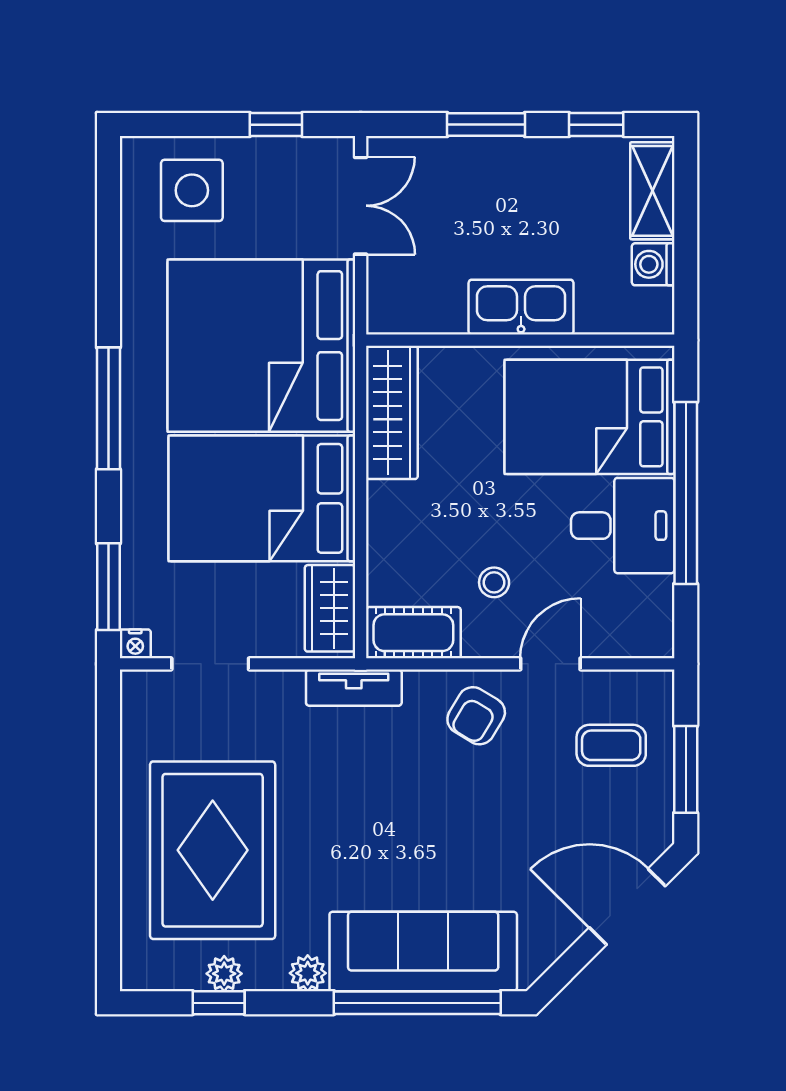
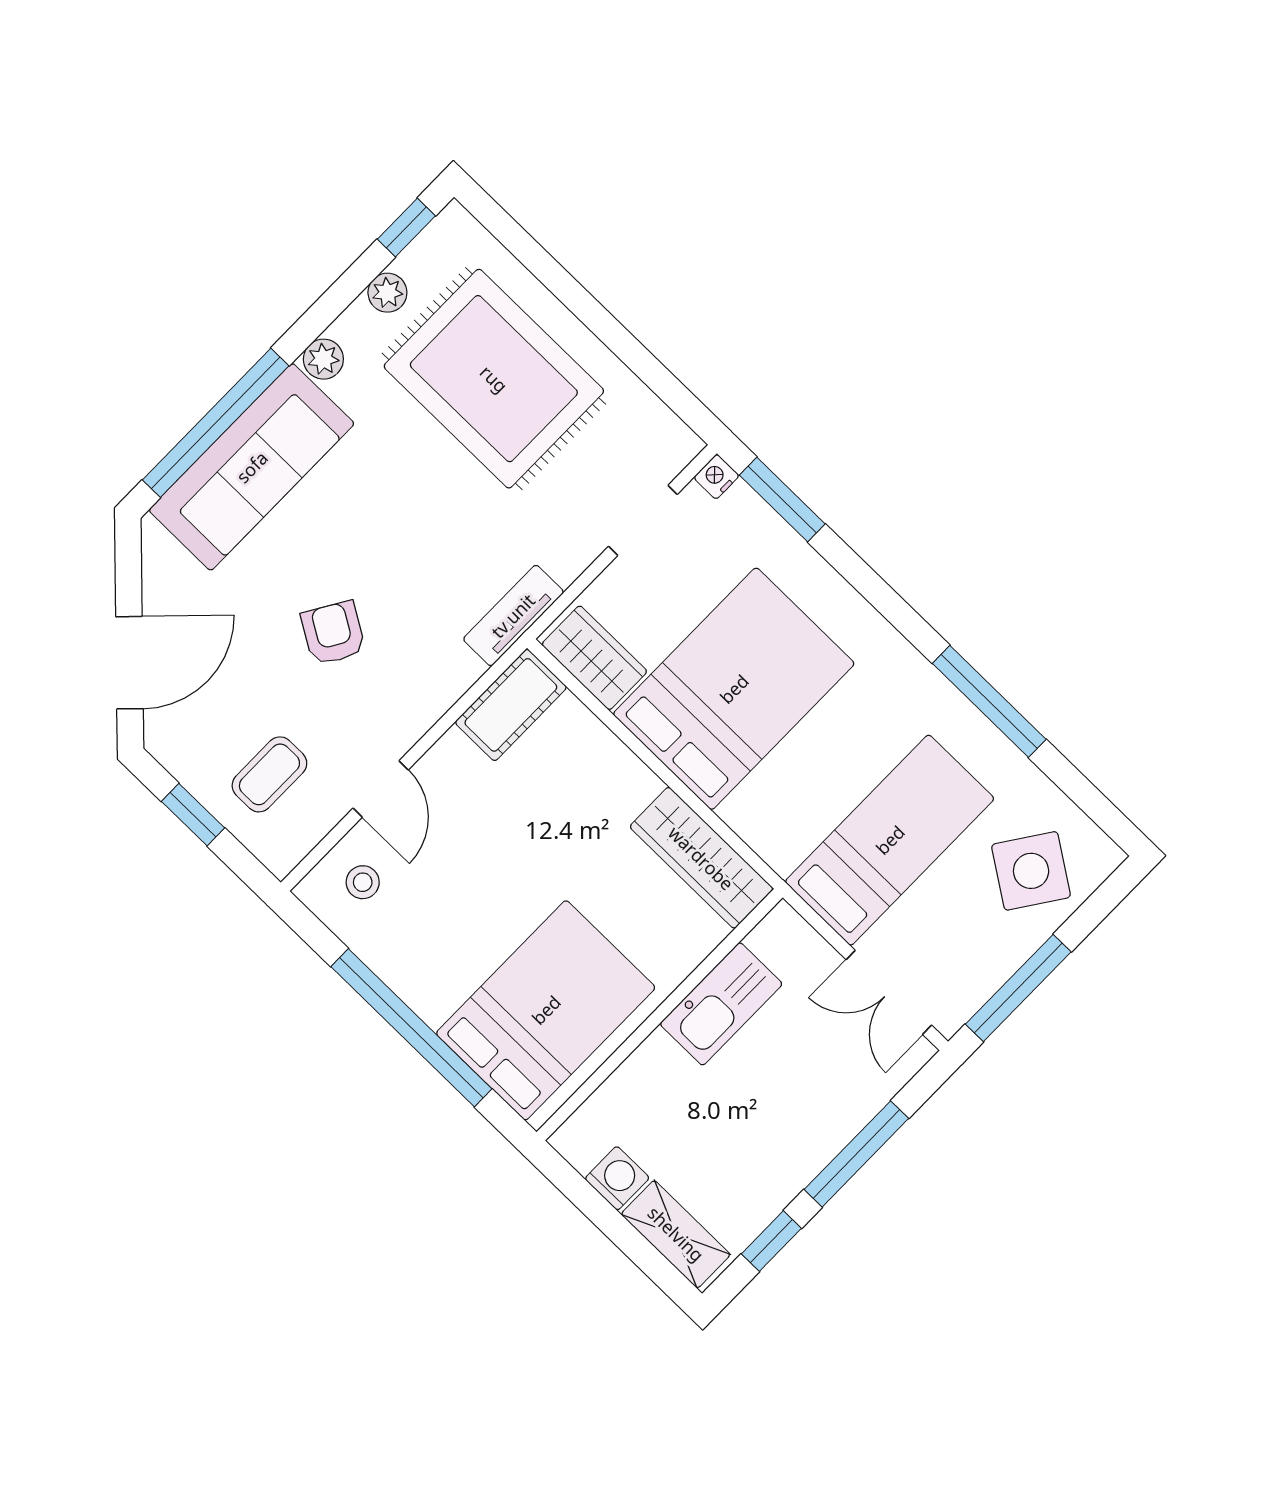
window: (276, 125) -> (1018, 988), width x2.17
window: (486, 125) -> (856, 1154), width x1.44
side table: (192, 190) -> (1031, 871), turned 34
kitchen sink: (521, 307) -> (721, 1004), moved
bed: (261, 346) -> (890, 840), width x0.49
window: (108, 408) -> (989, 701), moved
desk: (623, 526) -> (434, 953), removed
stool: (494, 582) -> (363, 882), moved
armchair: (476, 716) -> (333, 633), moved
window: (686, 769) -> (193, 815), width x0.67
window: (219, 1003) -> (406, 227), moved

